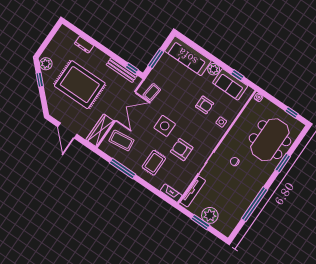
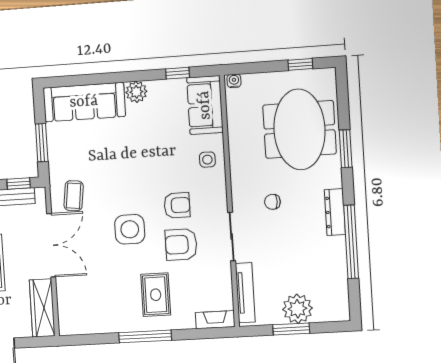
sofa: (230, 84) -> (205, 105), moved, turned 90
armchair: (205, 105) -> (177, 205), moved
coffee table: (121, 140) -> (84, 299), removed
window: (123, 169) -> (145, 336), moved
dresser: (258, 186) -> (335, 212), added

